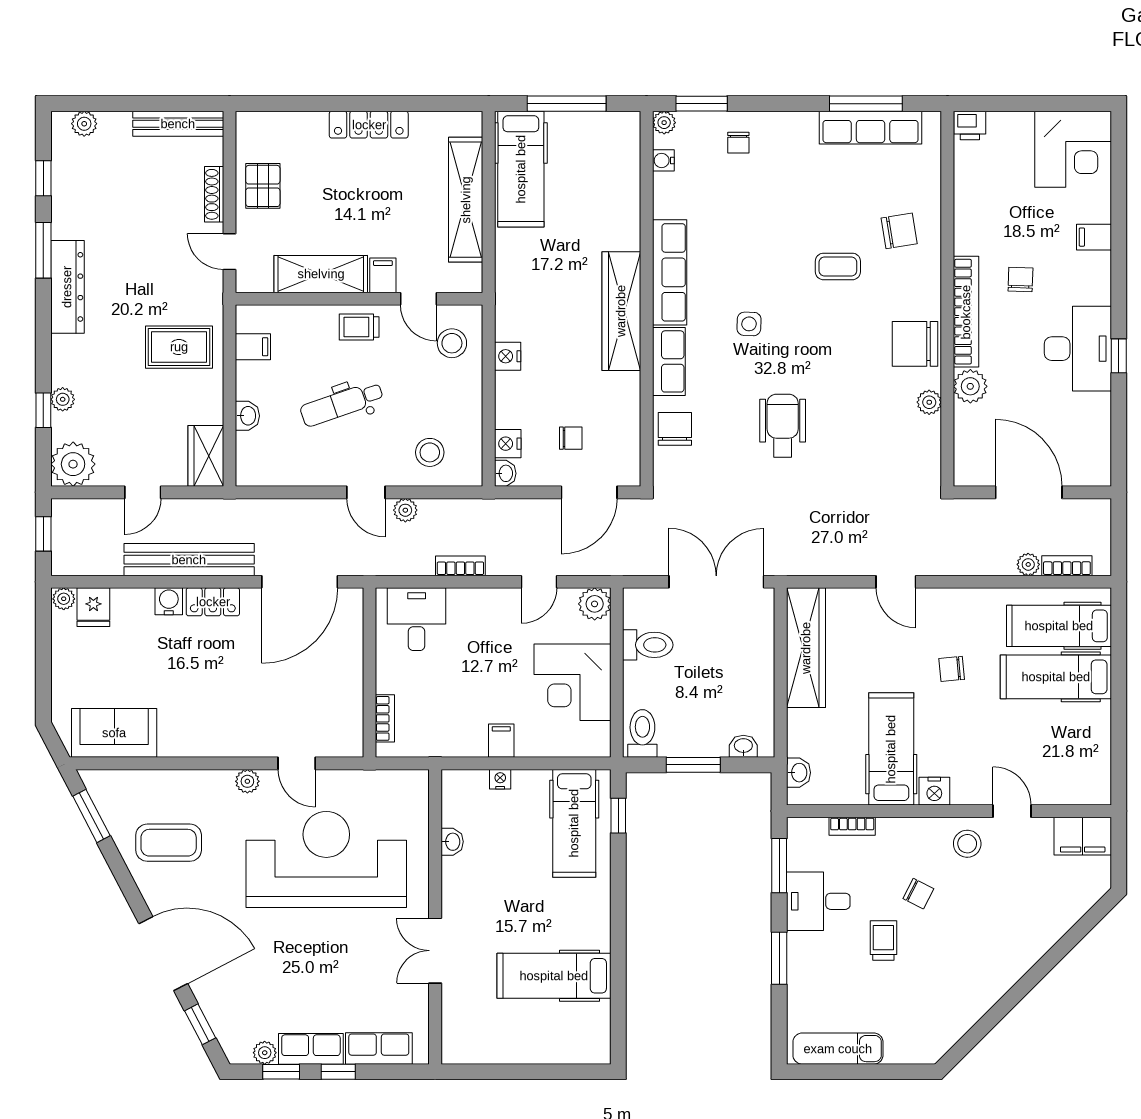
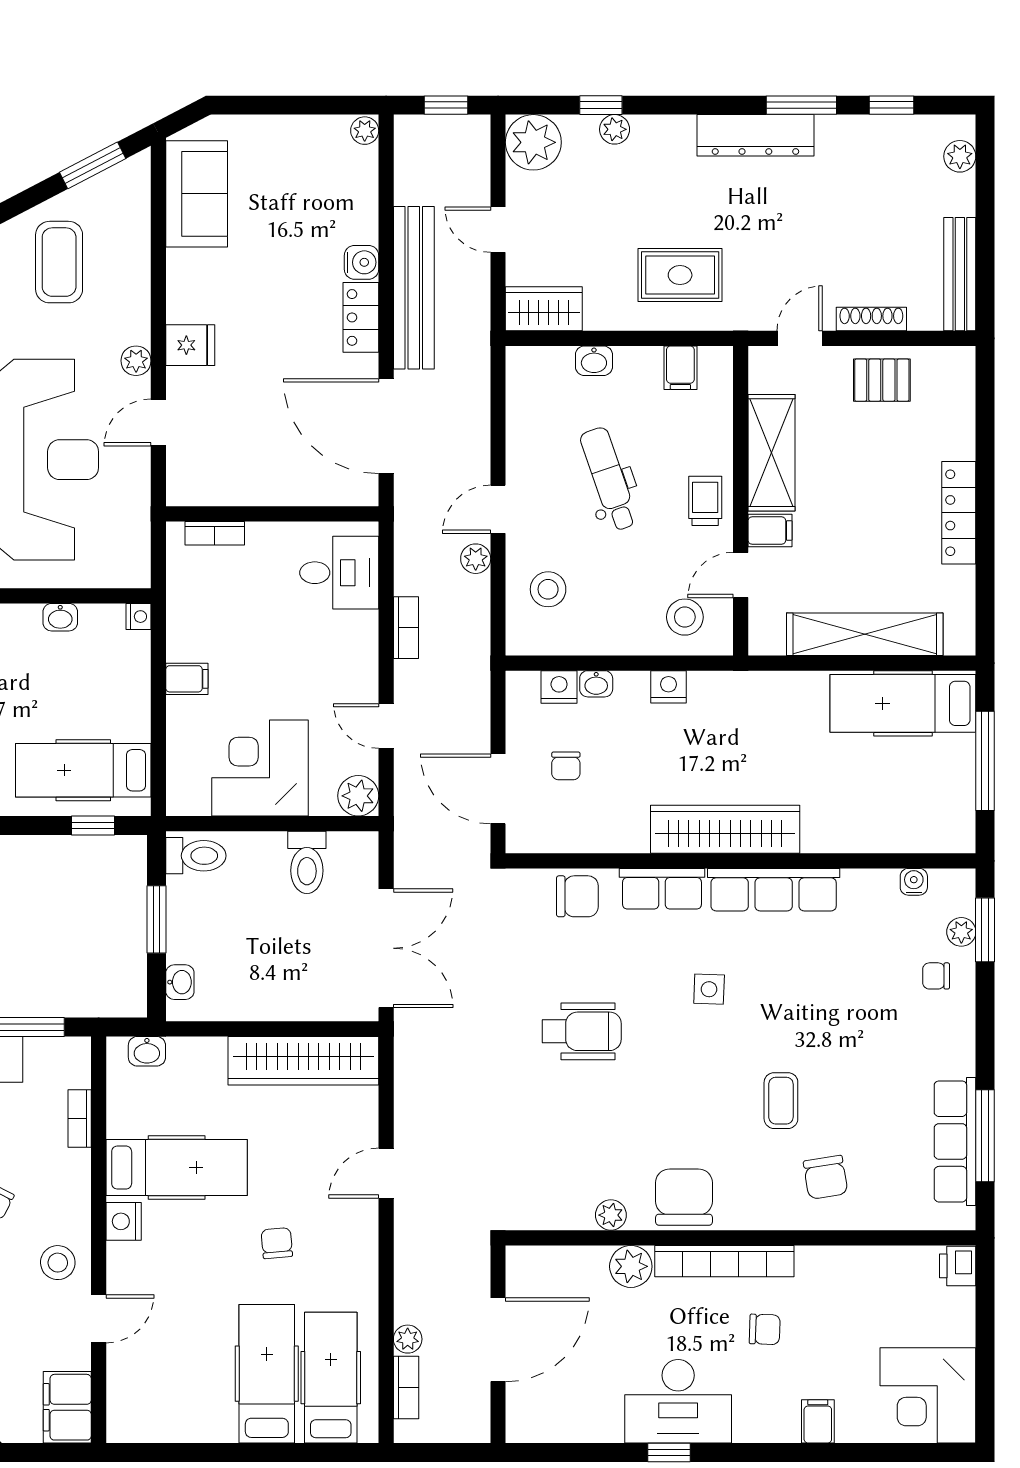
plant: (664, 123) -> (961, 932), moved
rug: (179, 347) -> (680, 275), turned 90
washbasin: (505, 473) -> (596, 684), moved
fridge: (93, 607) -> (190, 345), moved, turned 180
nightstand: (500, 779) -> (138, 617), moved

